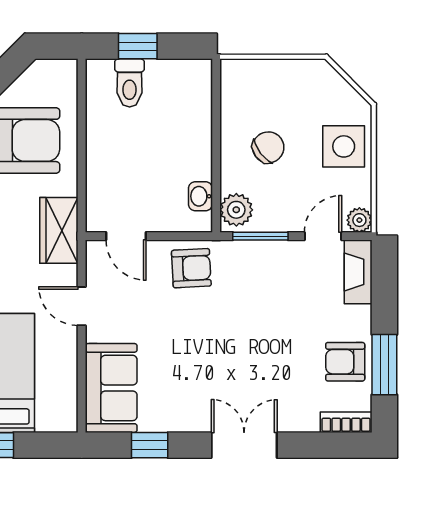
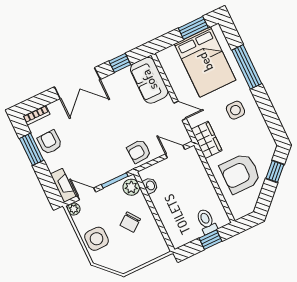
door: (323, 236) -> (87, 194), swing flipped
armchair: (345, 362) -> (50, 142), turned -92
double door: (244, 445) -> (77, 83), width x1.37

